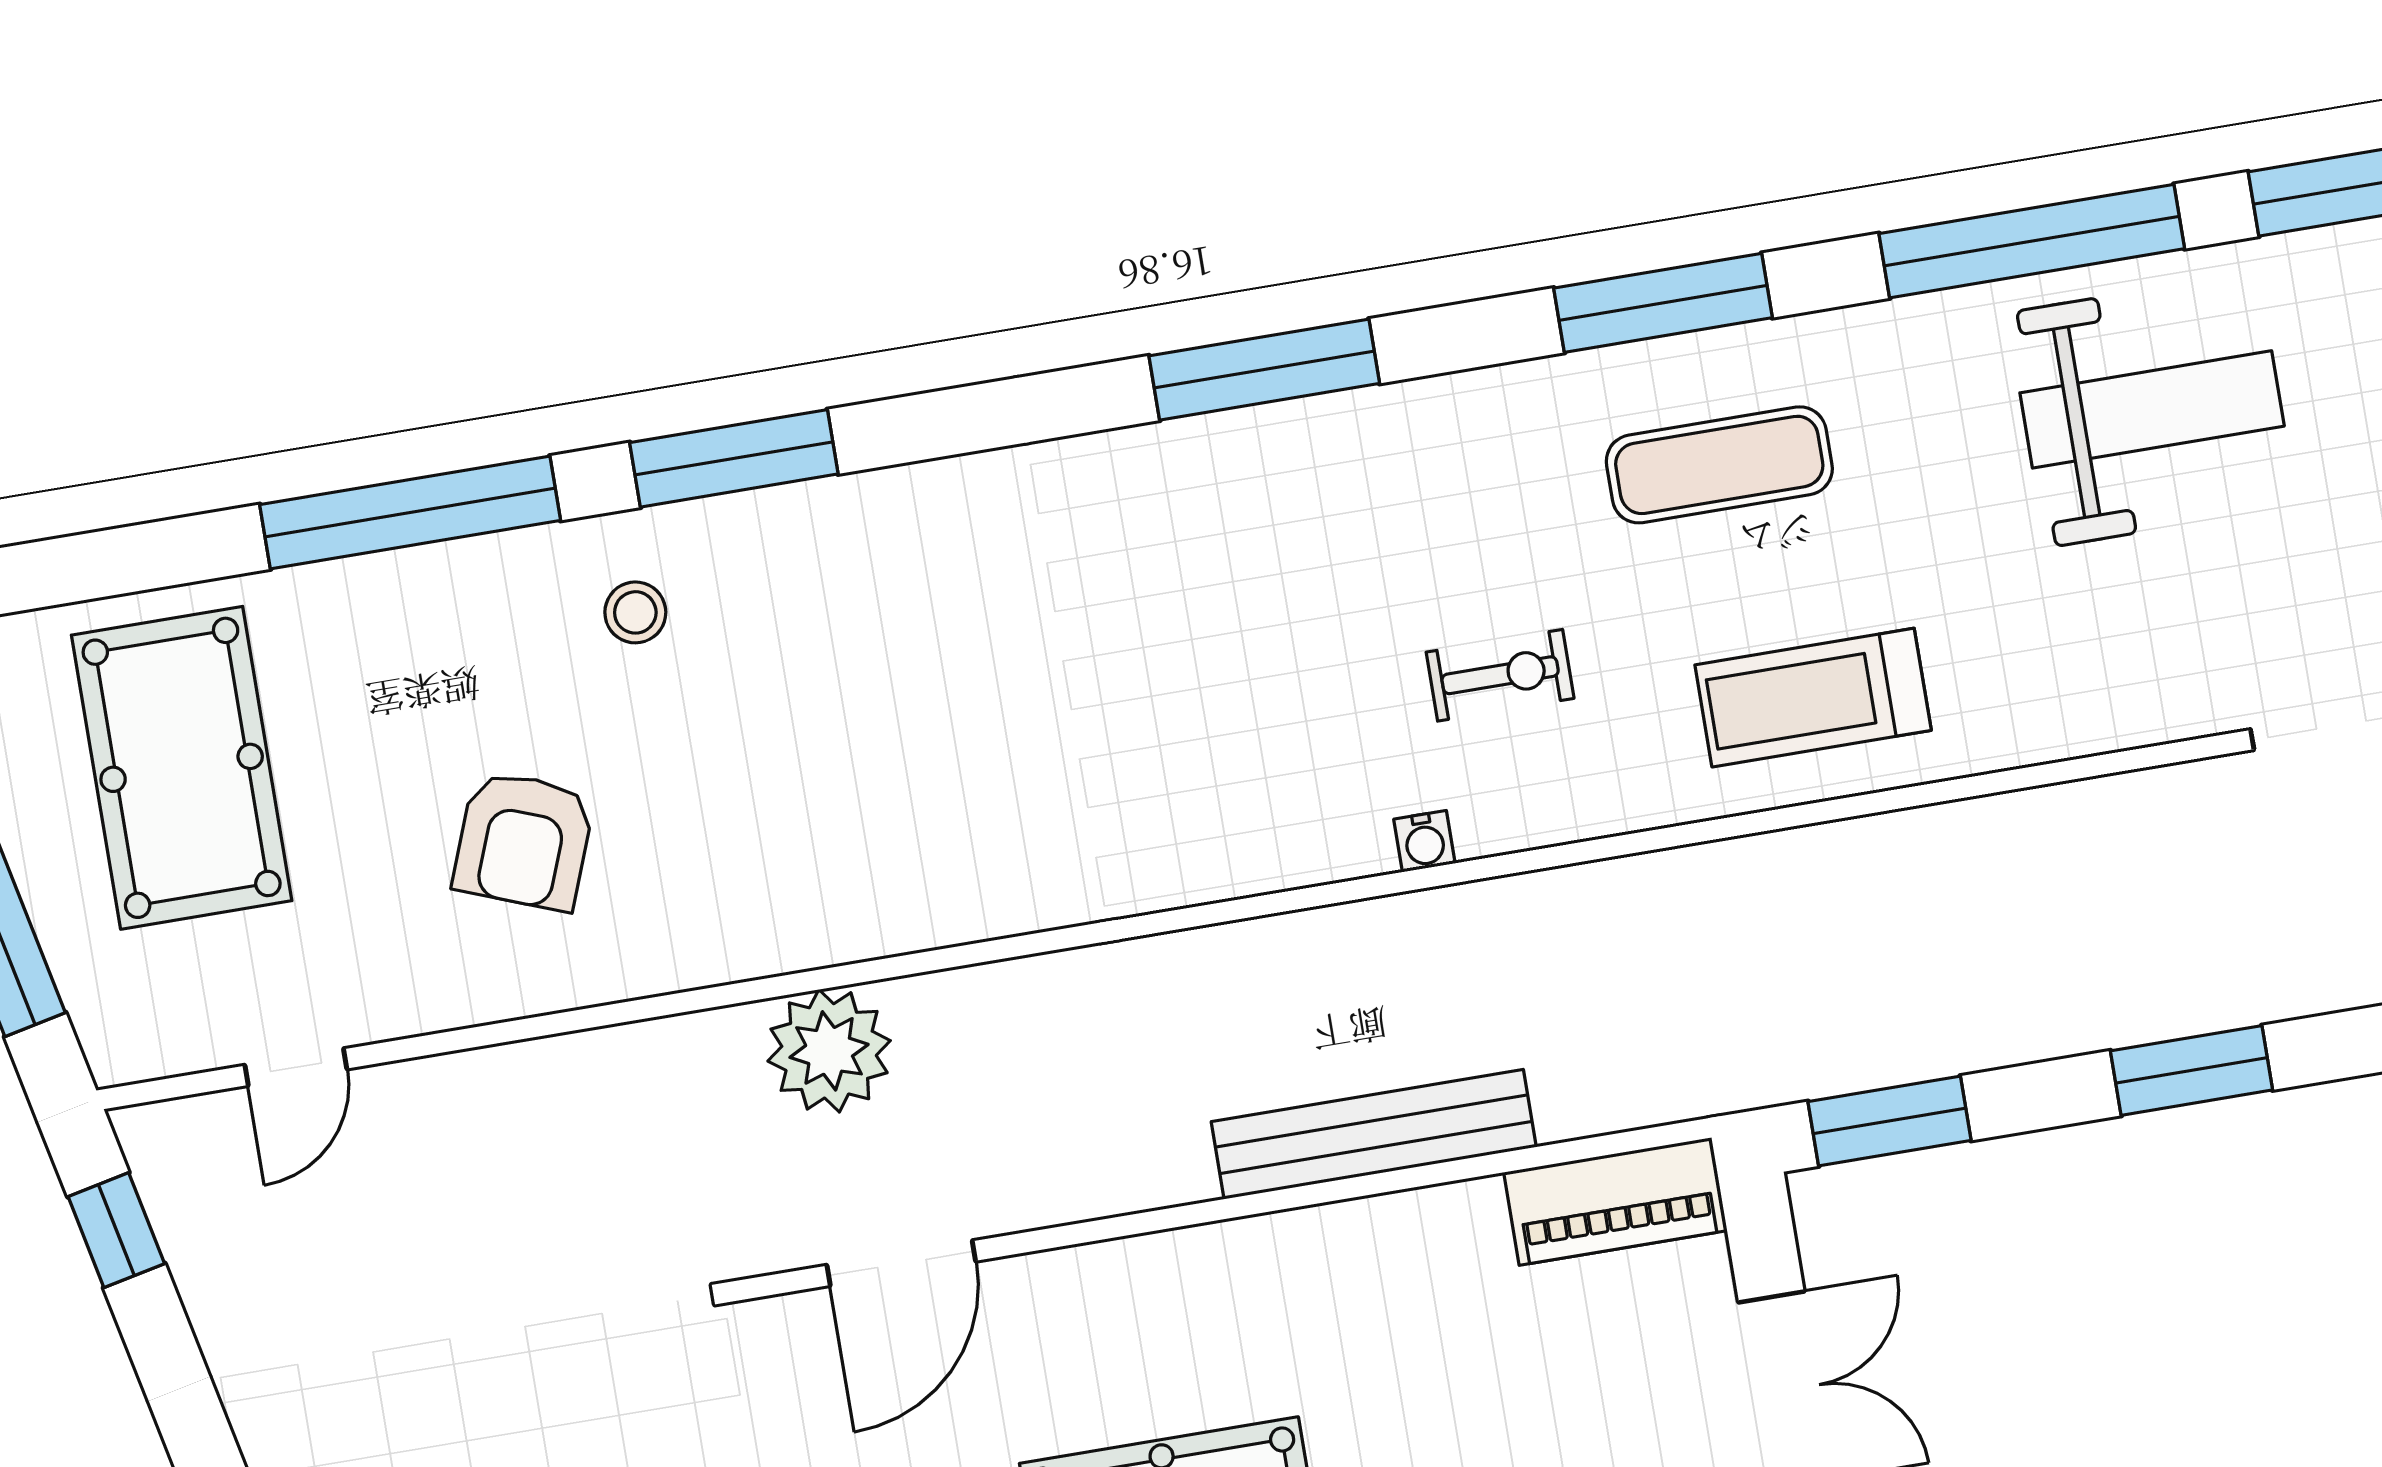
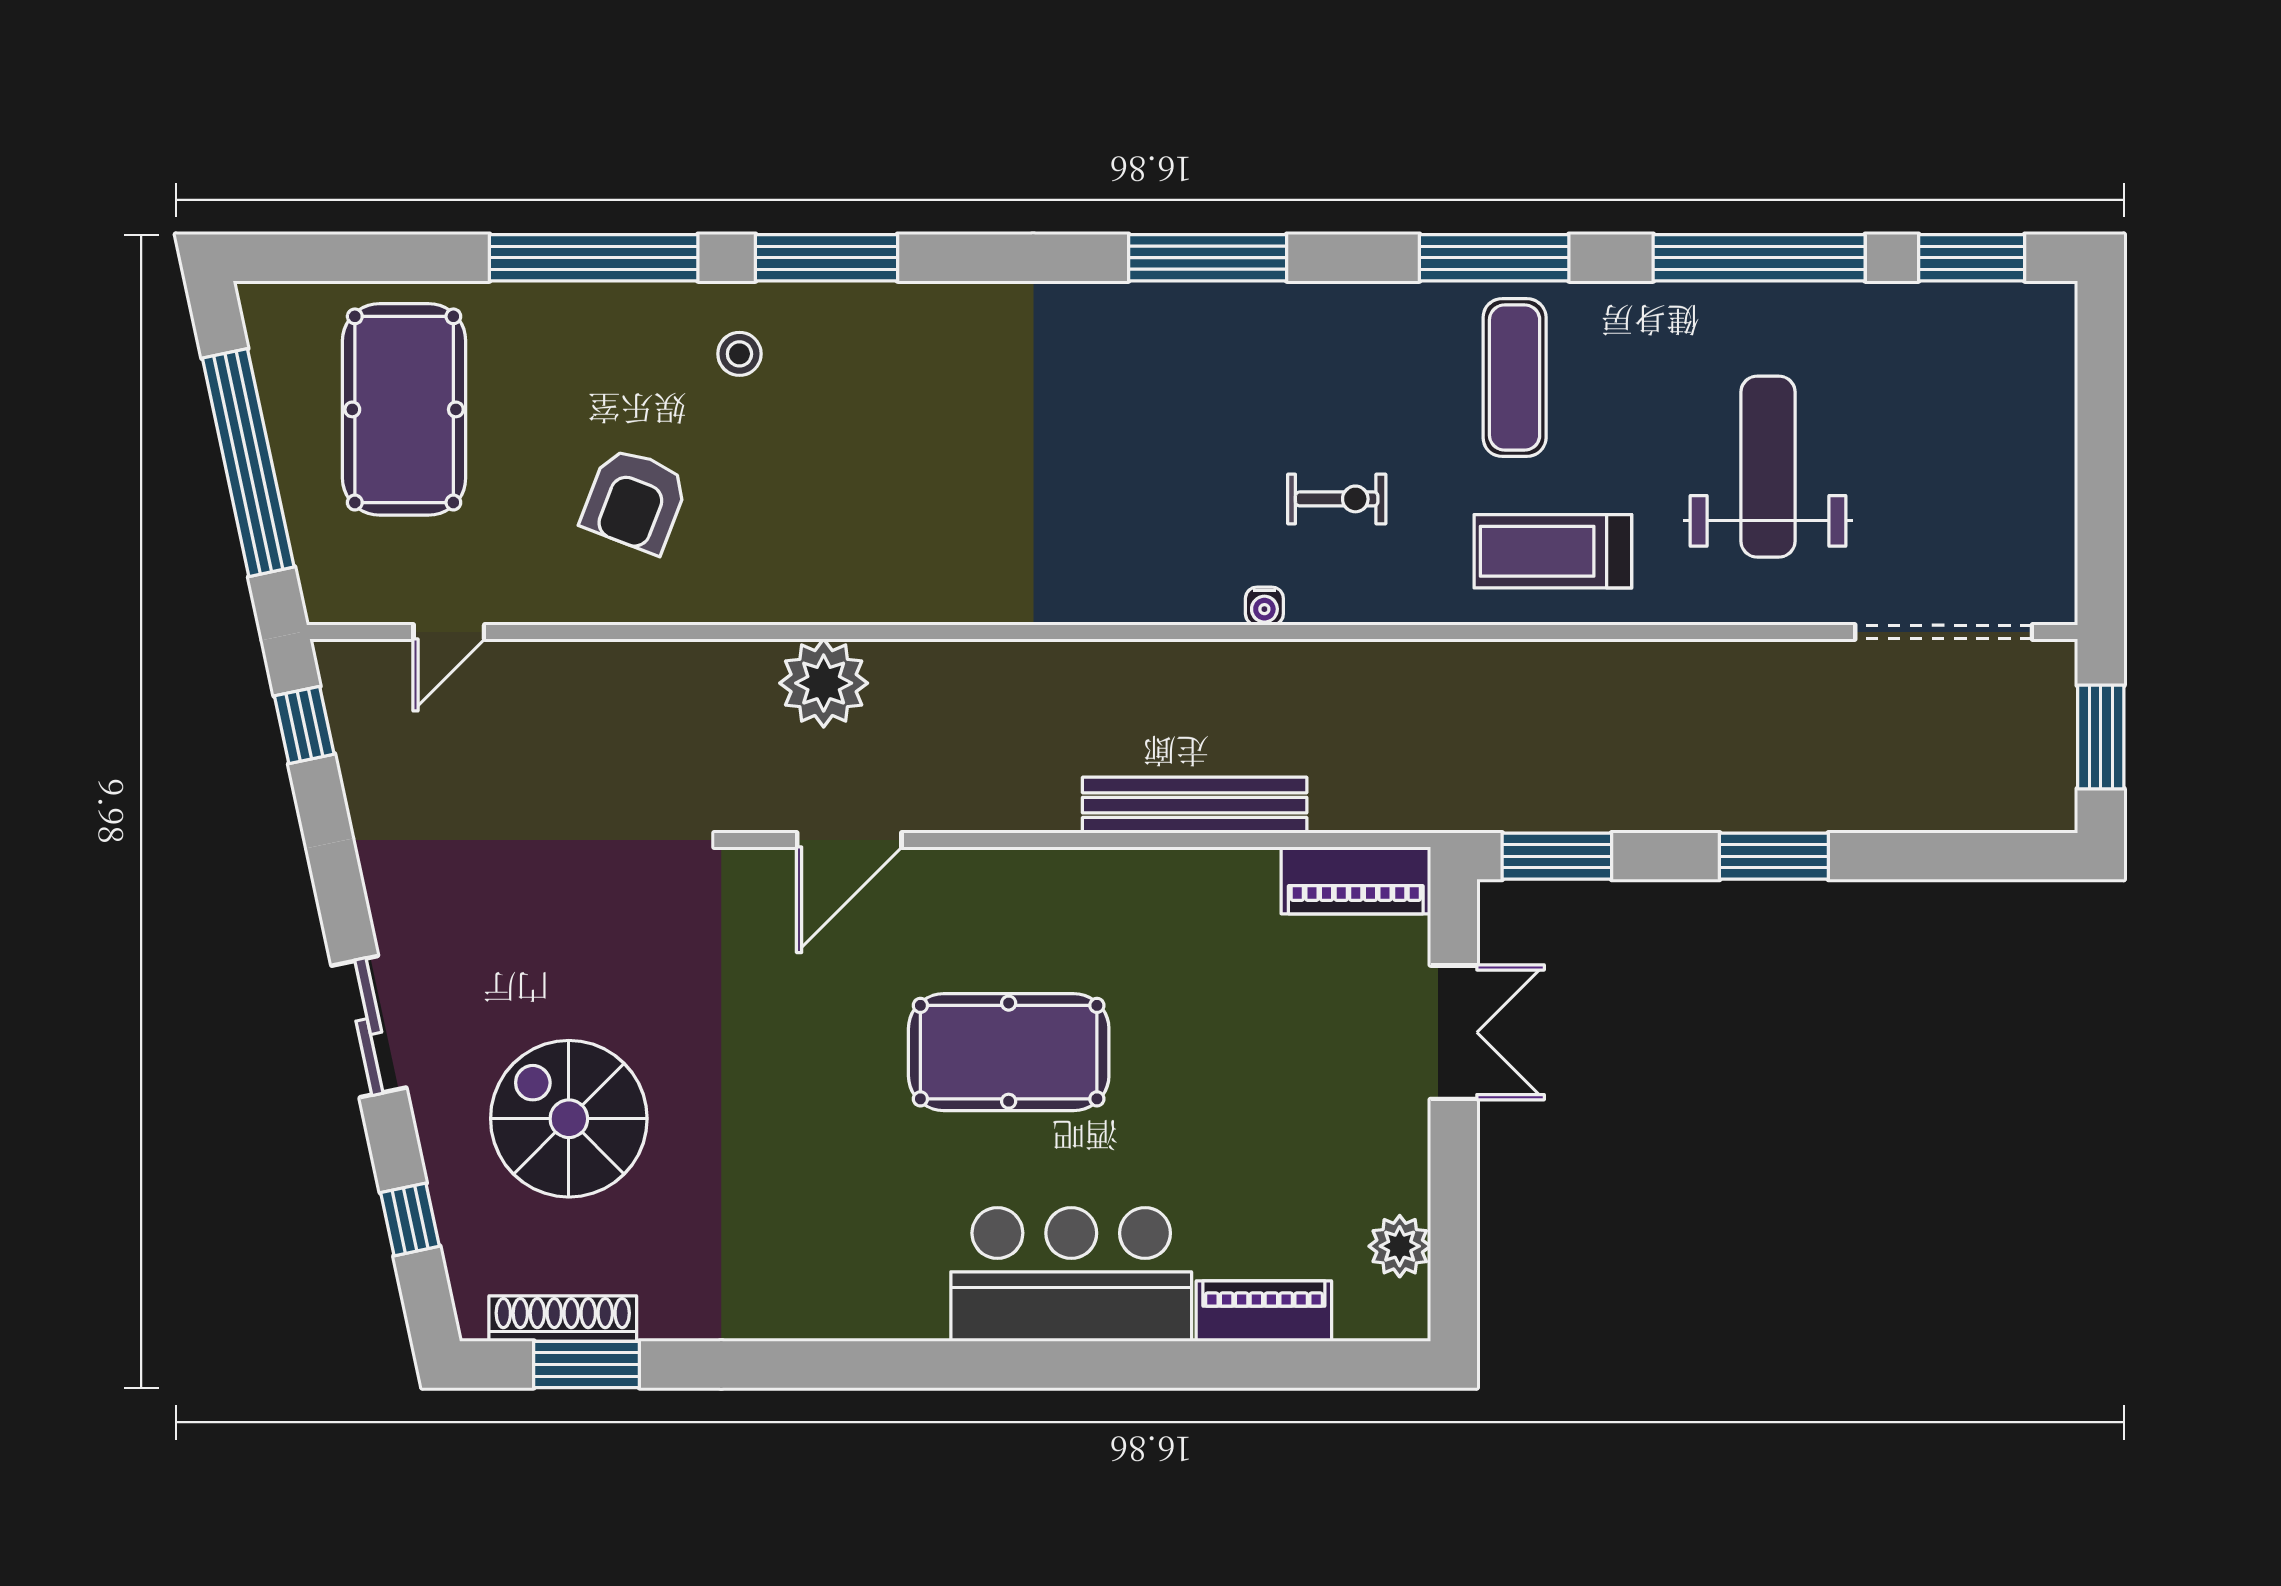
weight bench: (2152, 409) -> (1768, 467), moved, turned -90
exercise mat: (1719, 465) -> (1515, 378), turned 90

